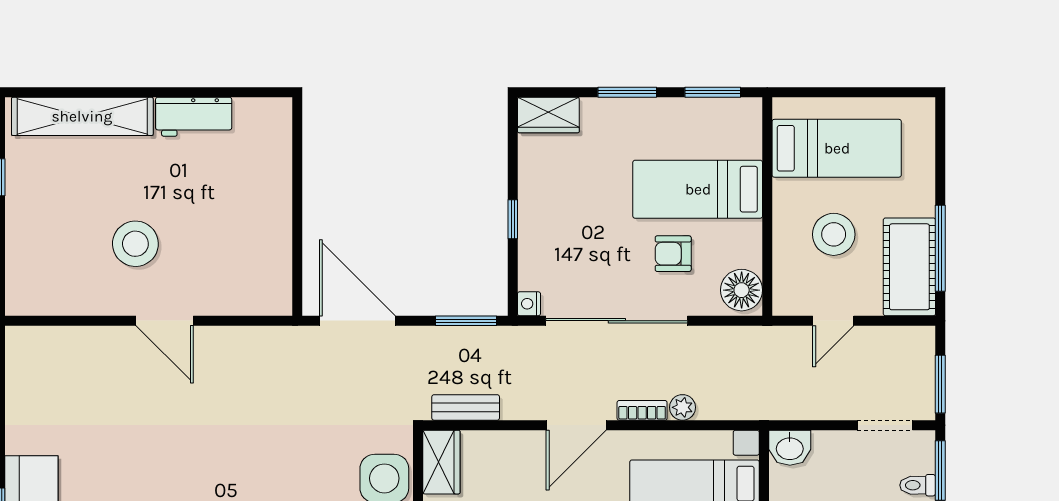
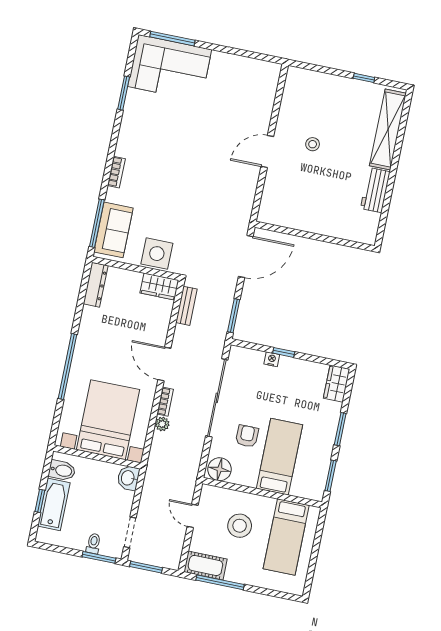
stool: (135, 244) -> (313, 144), width x0.53, depth x0.53
cot: (909, 267) -> (205, 565), width x0.73, depth x0.75
nightstand: (529, 304) -> (272, 359), moved

